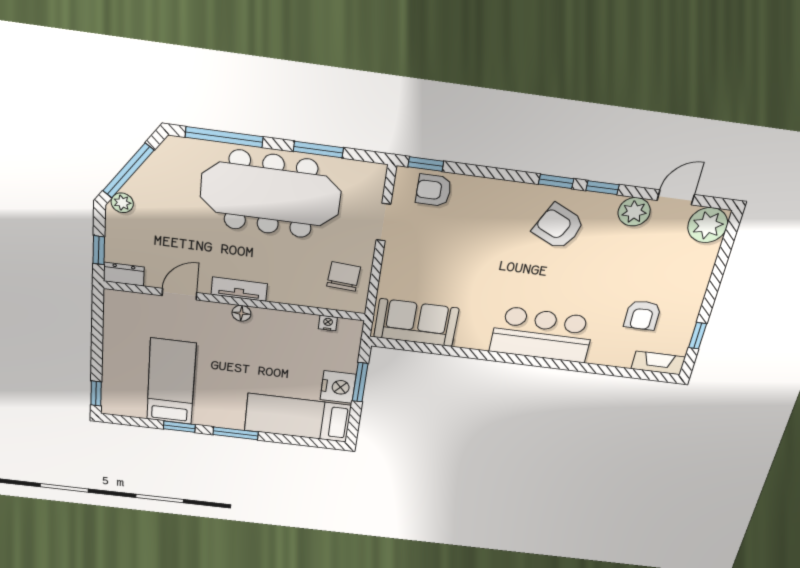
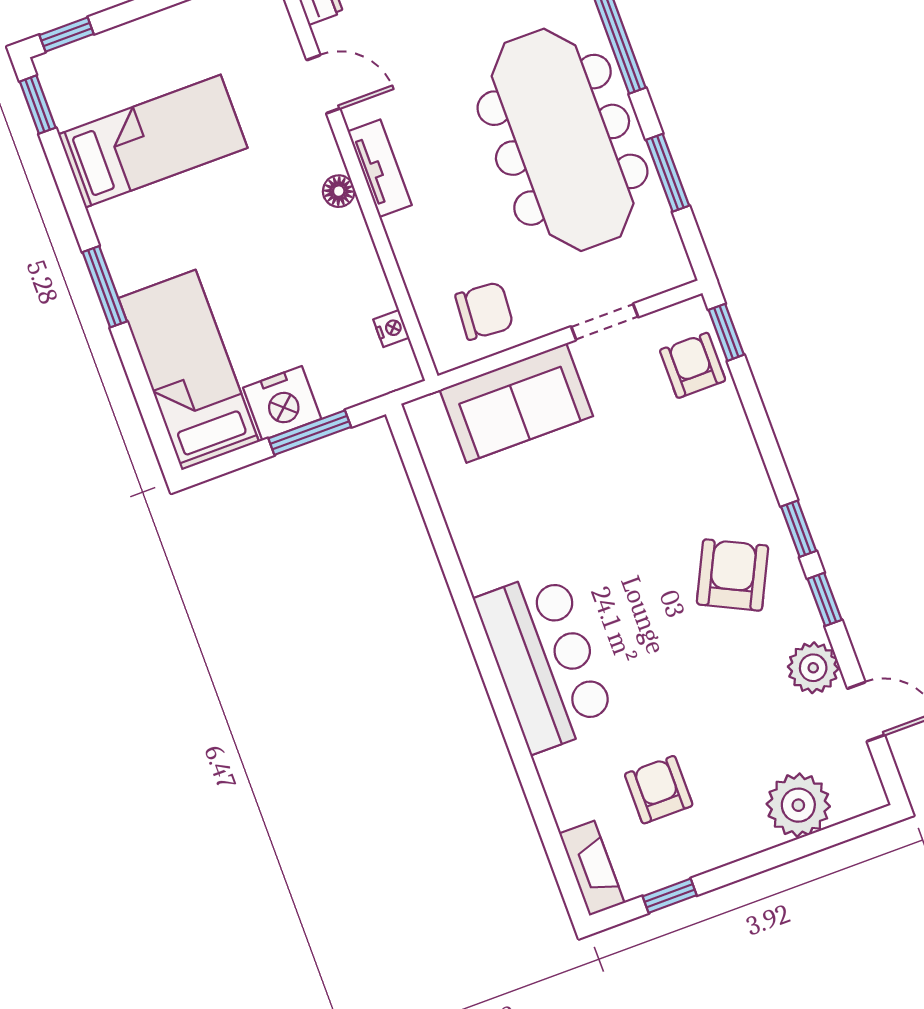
plant: (708, 225) -> (798, 805), moved
armchair: (642, 315) -> (659, 790), turned 90
sofa: (416, 323) -> (516, 403), moved, turned 90
window: (179, 427) -> (38, 105), moved

